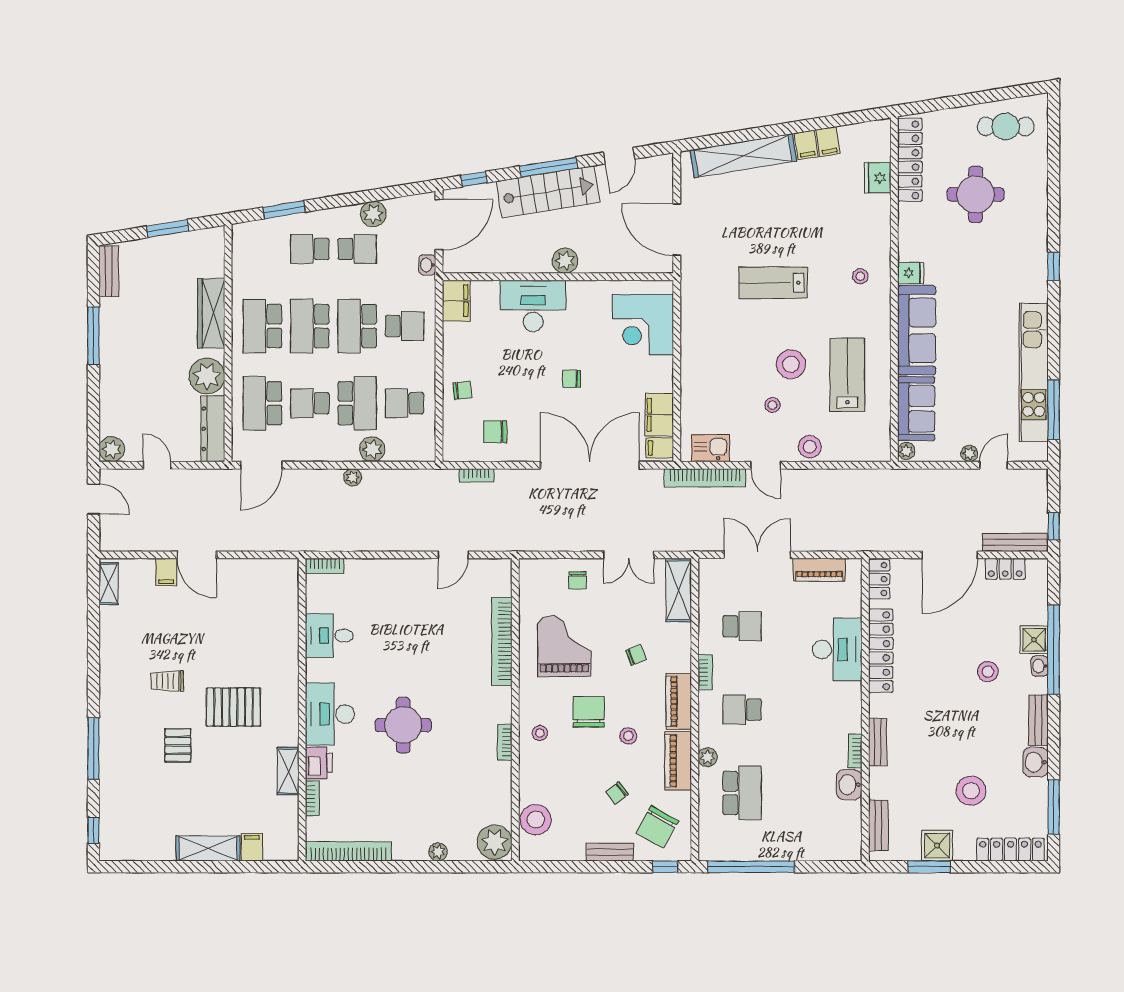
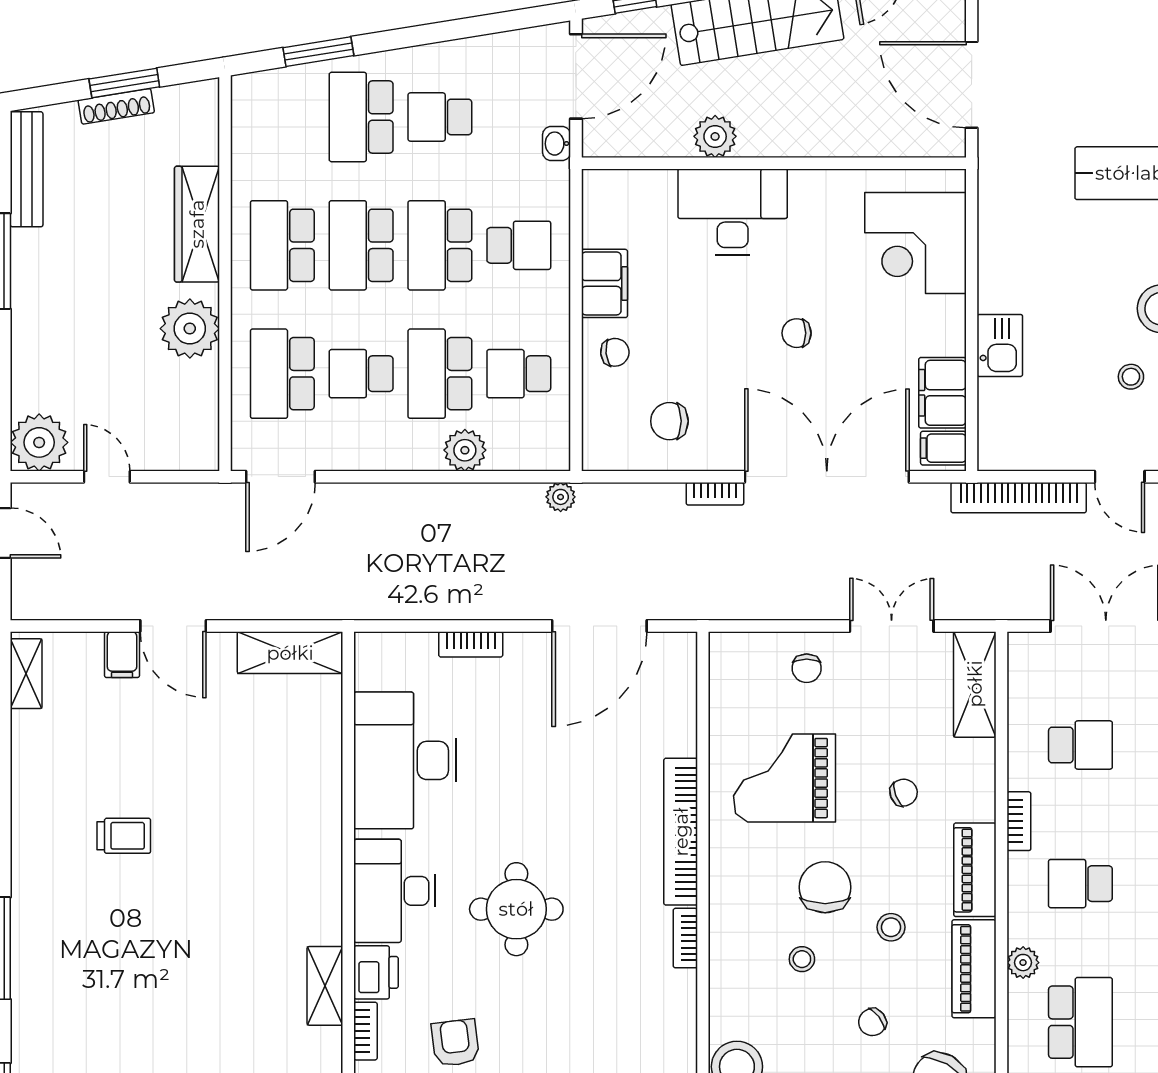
plant: (373, 214) -> (467, 59), removed
shoe rack: (163, 243) -> (116, 106), added
school desk: (310, 249) -> (361, 117), width x1.85
school desk: (357, 249) -> (440, 117), turned 180
plant: (565, 261) -> (715, 136), moved
bench: (109, 271) -> (27, 169), width x1.36
filing cabinet: (456, 301) -> (604, 283), moved
school desk: (357, 403) -> (440, 374), turned 180
dresser: (213, 429) -> (200, 416), removed
kitchen sink: (711, 448) -> (1000, 345), moved, turned 90
plant: (112, 449) -> (39, 442), width x1.36, depth x1.36
bookcase: (477, 475) -> (715, 494), moved
plant: (353, 477) -> (561, 497), moved
door: (453, 555) -> (599, 626), width x1.88
double door: (629, 555) -> (892, 626), swing flipped
bookcase: (325, 566) -> (471, 644), moved
shelving: (267, 571) -> (290, 653), added
desk: (329, 636) -> (405, 760), width x1.87, depth x1.30
bookcase: (502, 641) -> (681, 832), moved
grand piano: (564, 646) -> (784, 778), turned -90
trolley: (167, 681) -> (124, 836), turned 180
pallet: (233, 707) -> (234, 879), removed
stool: (540, 733) -> (802, 959), moved
pallet: (178, 745) -> (141, 943), removed
armchair: (367, 805) -> (455, 1043), added

